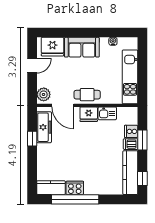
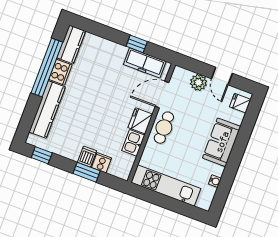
fridge: (52, 47) -> (240, 103), width x0.53, depth x0.75
plant: (44, 94) -> (199, 82), moved
kitchen counter: (130, 173) -> (47, 109), moved, turned 90

